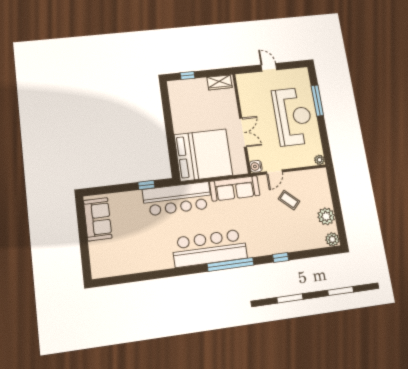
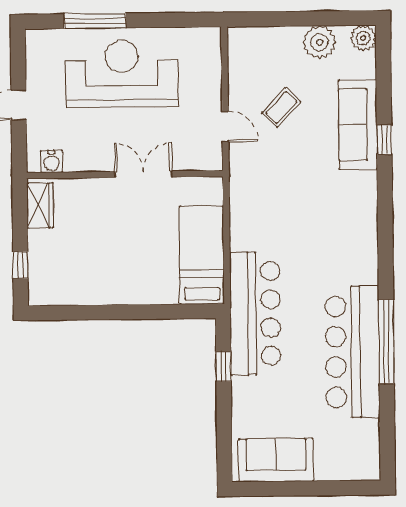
bed: (203, 155) -> (202, 255), width x0.49
plant: (319, 160) -> (212, 37), removed
water cooler: (256, 166) -> (51, 162), moved
sofa: (235, 188) -> (358, 125), moved, turned 180
bar counter: (209, 248) -> (352, 352), moved
window: (231, 264) -> (386, 342), moved

